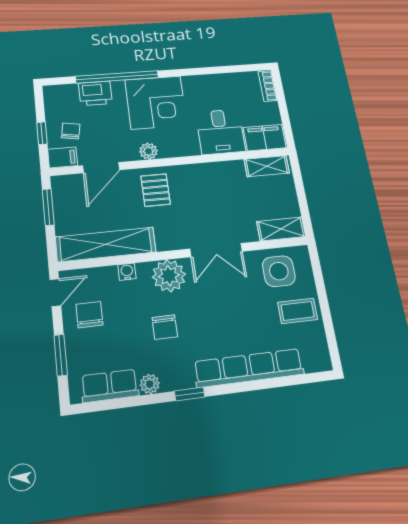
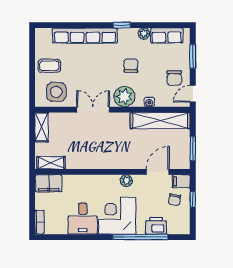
desk: (220, 132) -> (83, 219), moved, turned 180
pallet: (156, 190) -> (125, 153), removed
shelving: (281, 229) -> (41, 127), moved, turned 90

